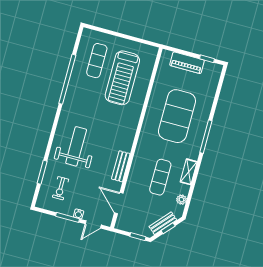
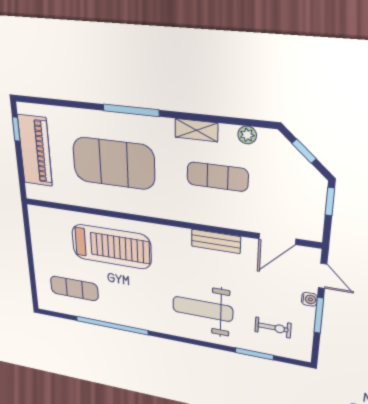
piano: (187, 63) -> (35, 151), width x1.37, depth x1.33
treadmill: (122, 78) -> (111, 247), moved
bench: (163, 223) -> (297, 161), removed

